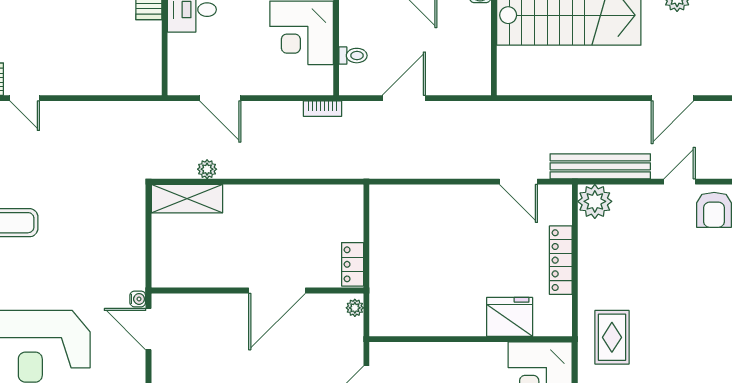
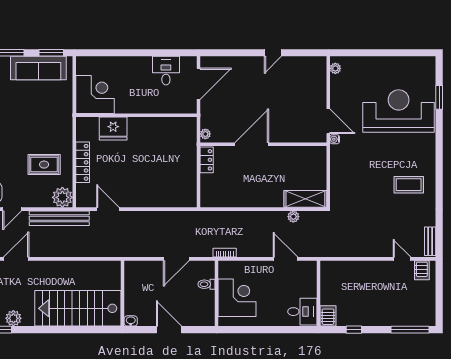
rug: (612, 337) -> (44, 165), moved, turned 90

